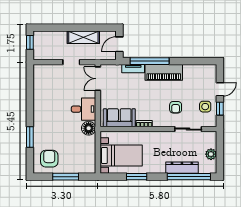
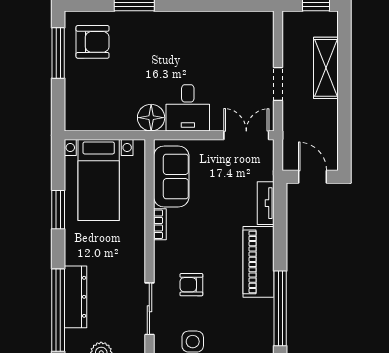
shelving: (83, 37) -> (326, 68), moved
window: (150, 61) -> (280, 308), moved
window: (66, 177) -> (58, 53), moved

